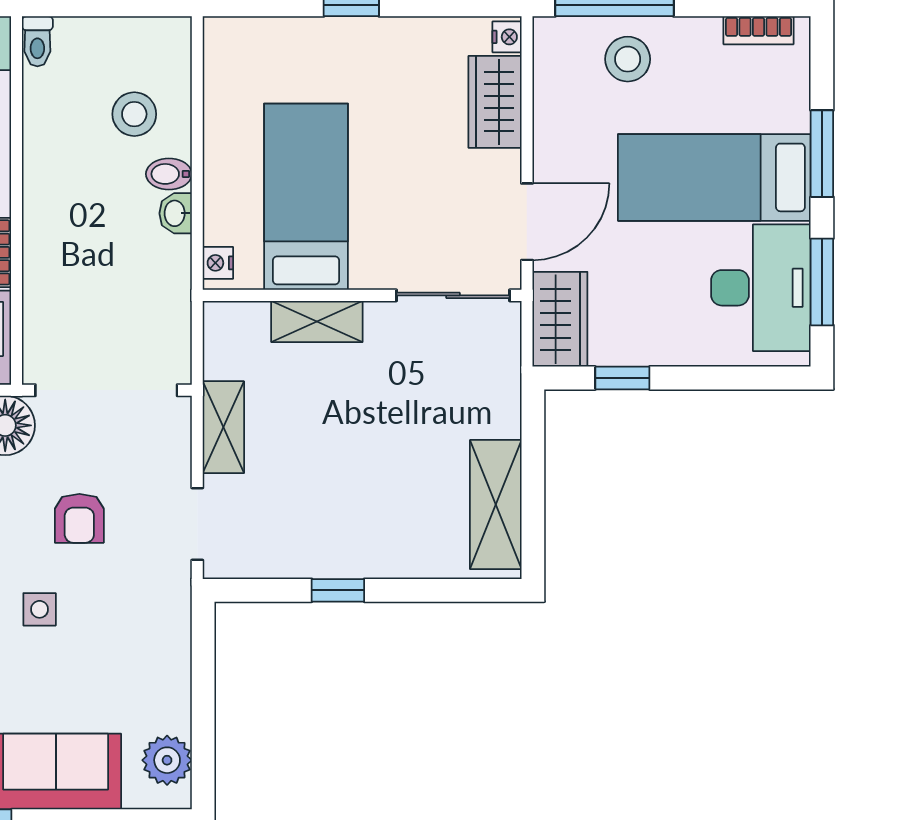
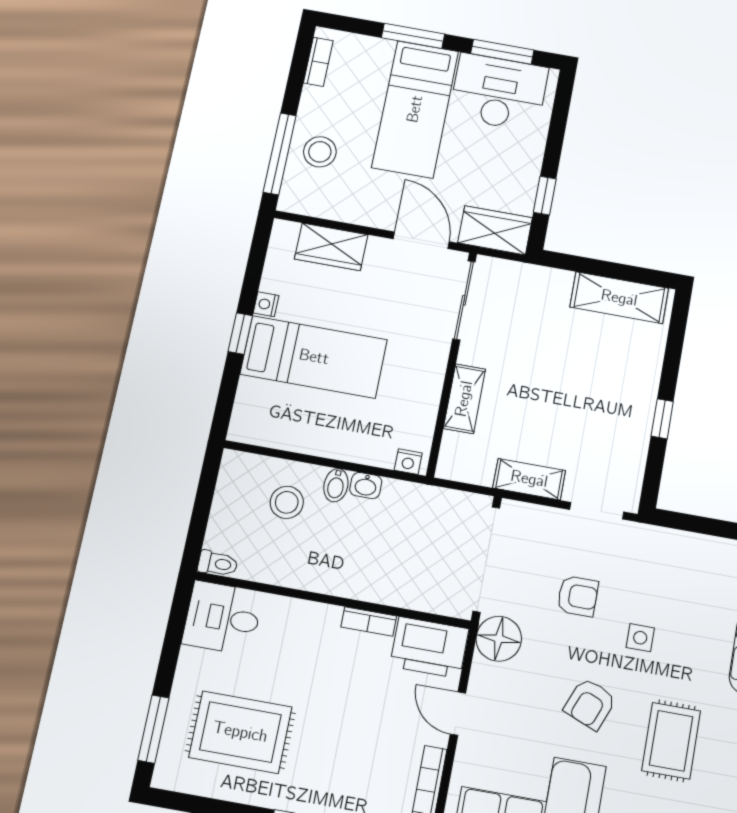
nightstand: (507, 37) -> (266, 304), moved, turned -90
bed: (306, 197) -> (314, 357), moved, turned 180

